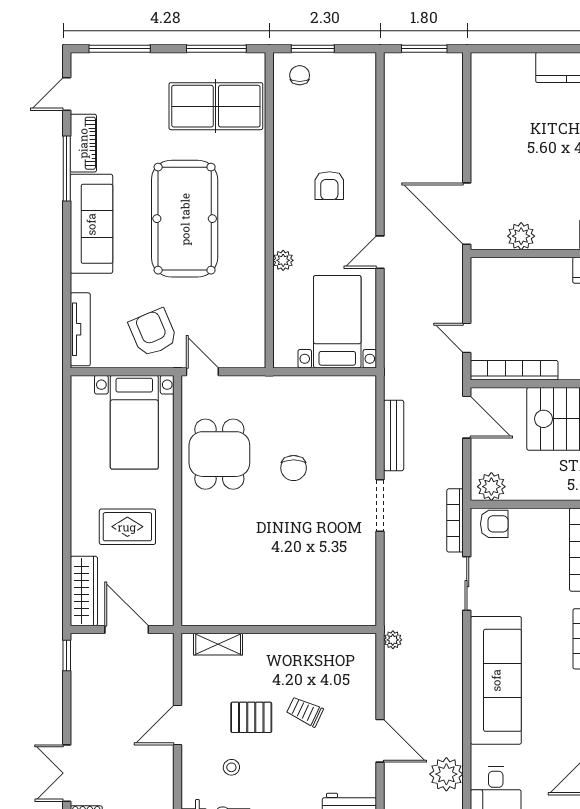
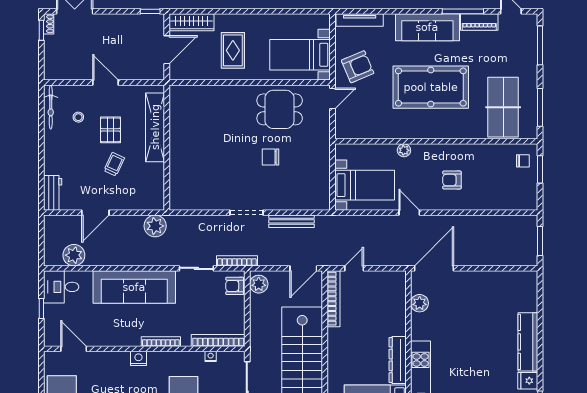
armchair: (494, 524) -> (235, 286), turned 90
plant: (393, 640) -> (155, 226), width x1.87, depth x1.87
shelving: (218, 644) -> (155, 127), width x2.20, depth x1.33

